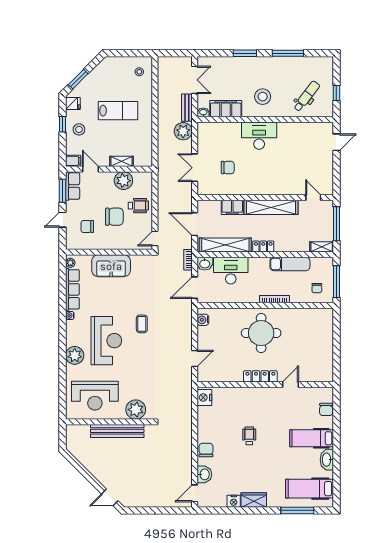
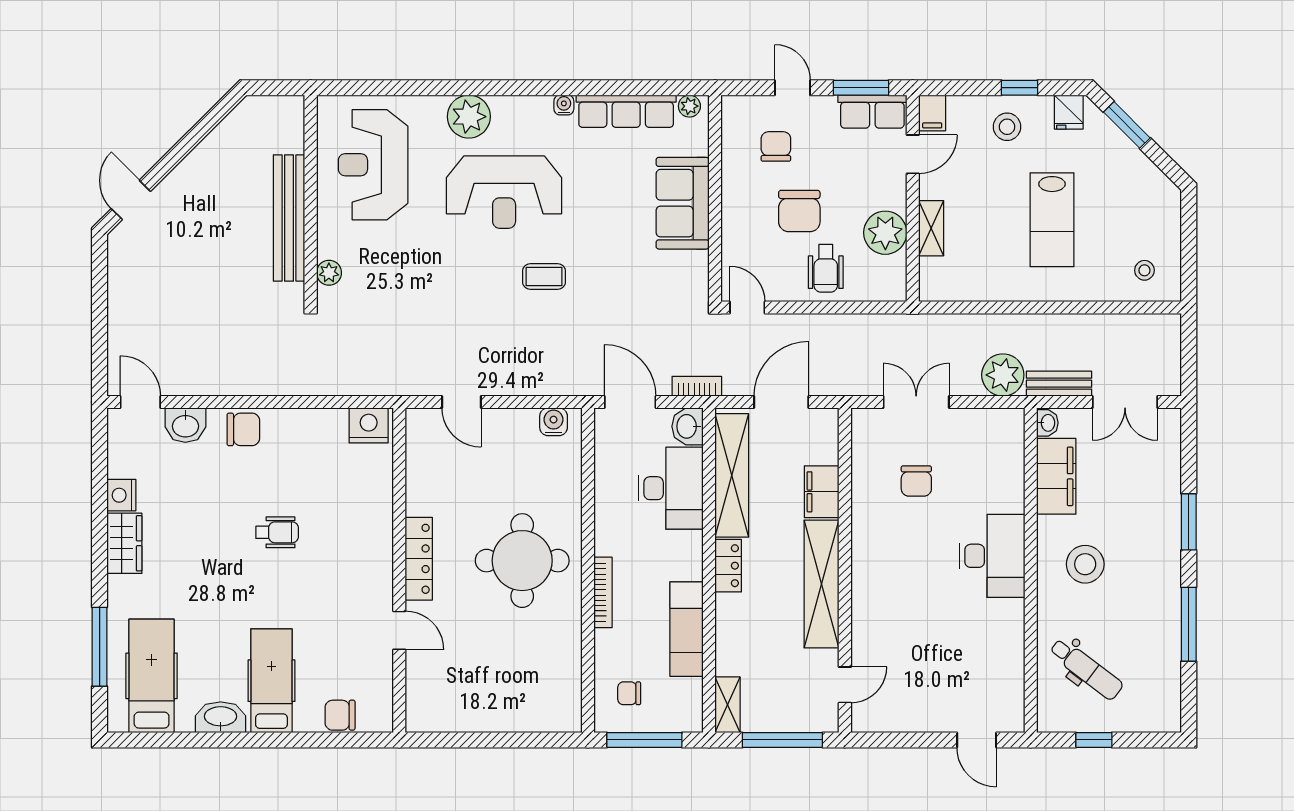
plant: (136, 410) -> (329, 273), width x0.53, depth x0.53

